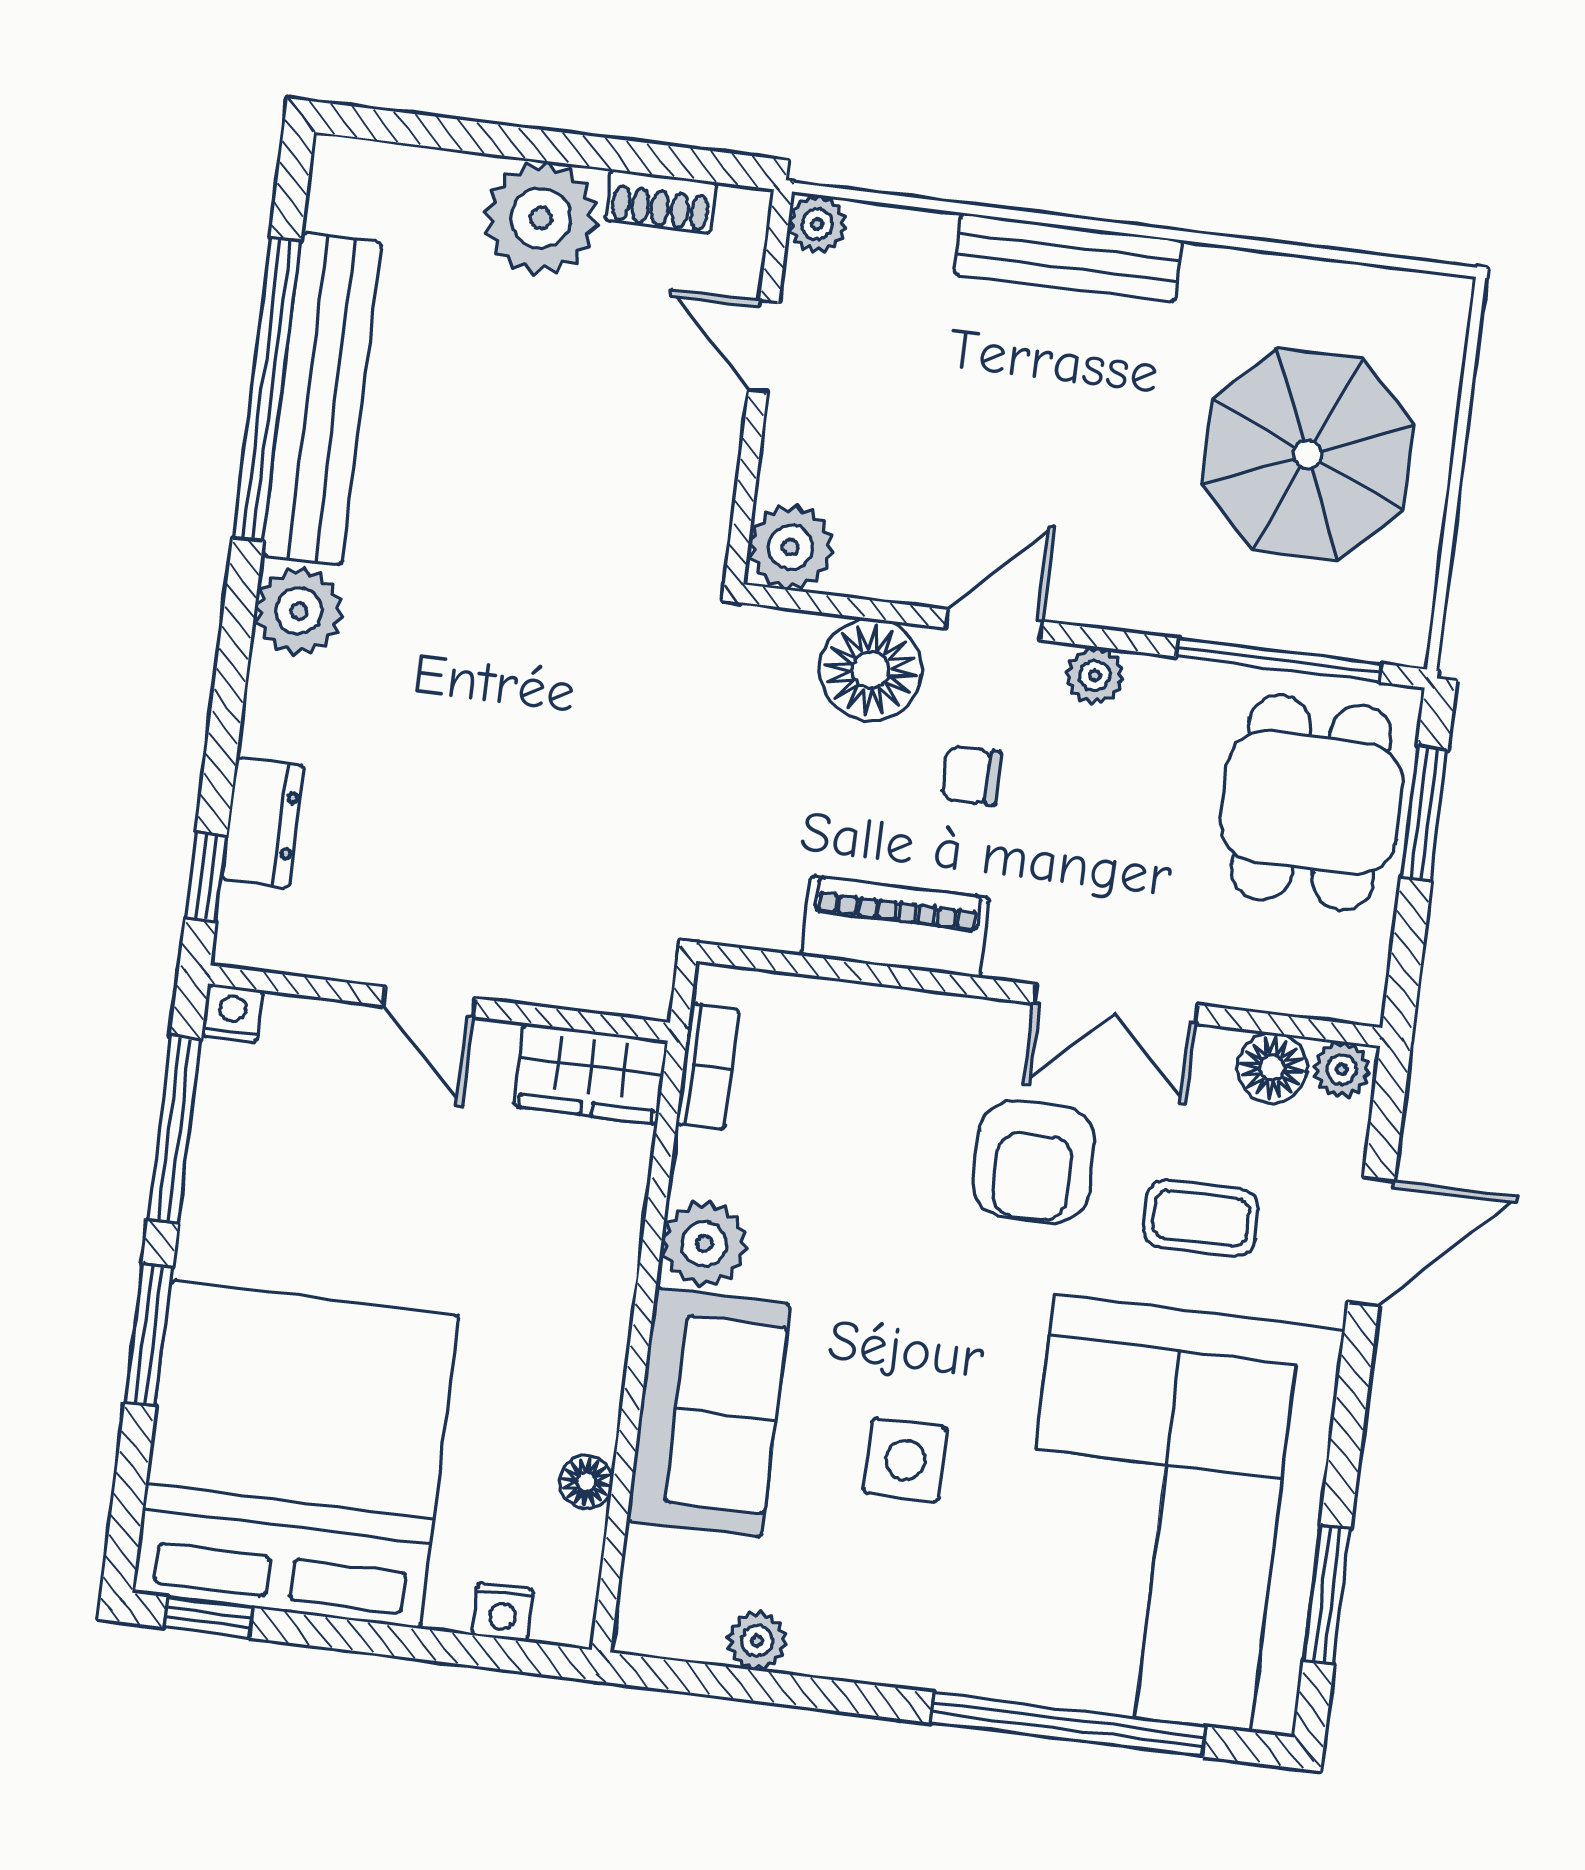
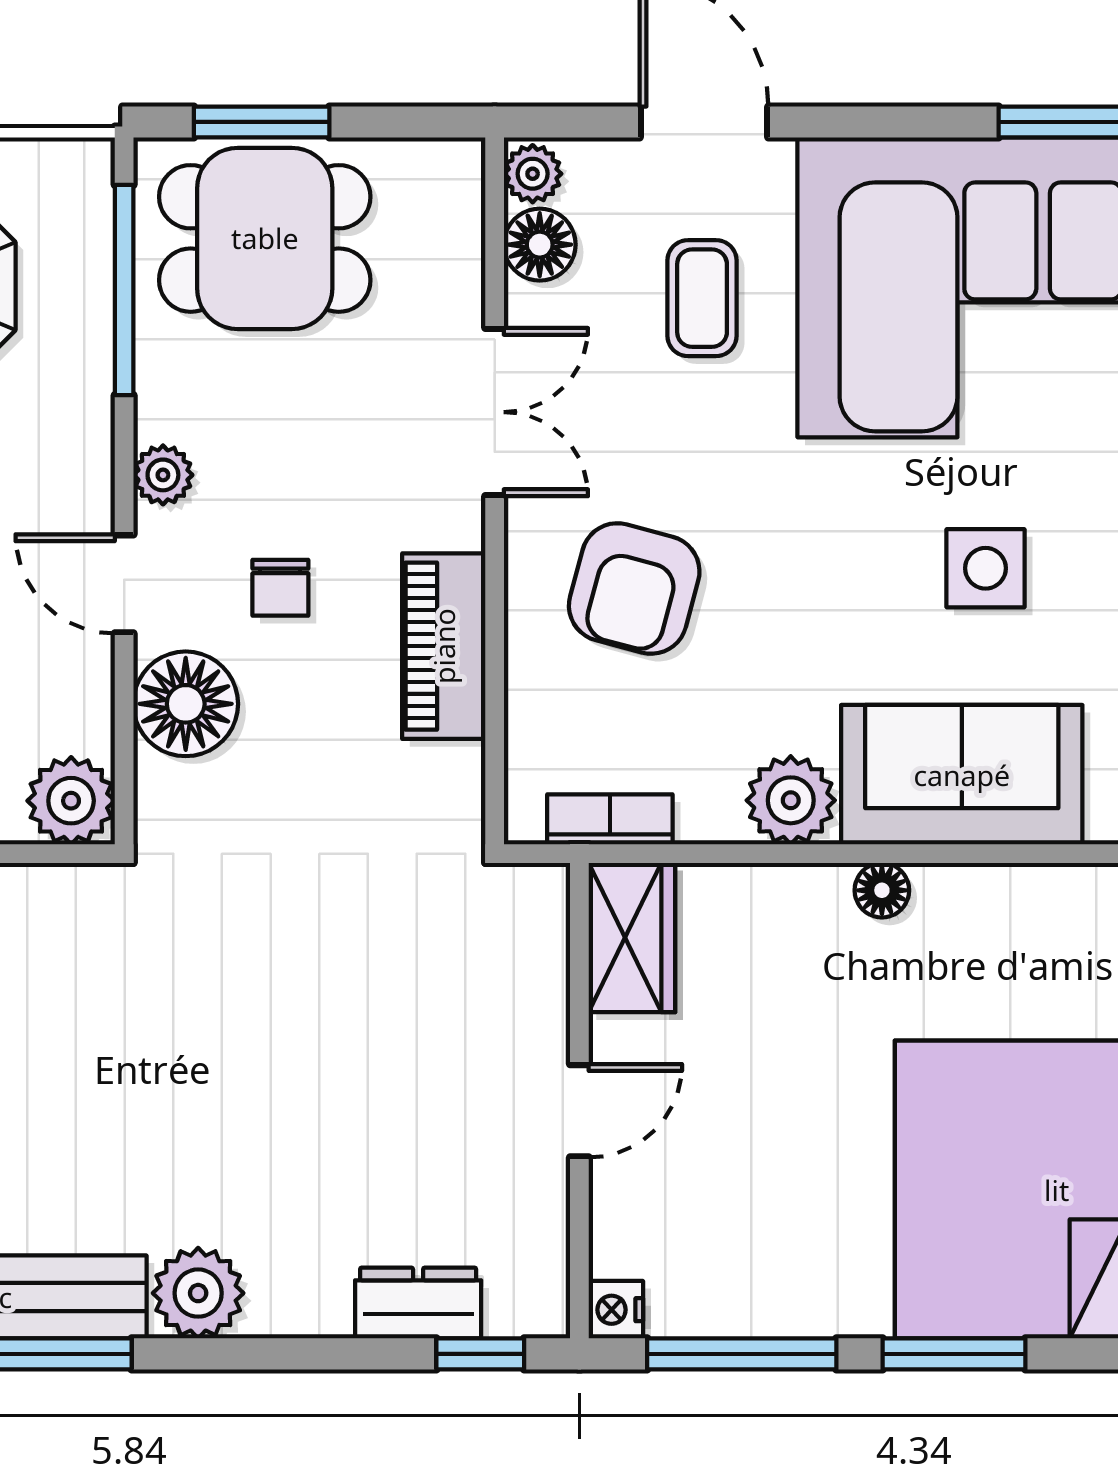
armchair: (1034, 1162) -> (634, 588), moved, turned 105
floor lamp: (586, 1482) -> (882, 890), moved

